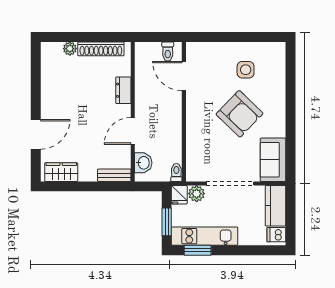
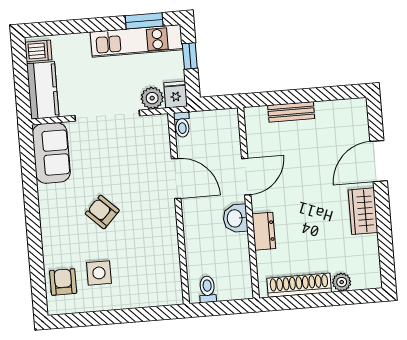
armchair: (272, 65) -> (63, 282), added
door: (184, 76) -> (176, 178), moved
armchair: (240, 114) -> (102, 212), width x0.53, depth x0.53
washbasin: (143, 163) -> (235, 218), moved
wardrobe: (61, 172) -> (363, 211), moved, turned 90
bench: (114, 175) -> (291, 112), moved
window: (167, 222) -> (190, 56), width x0.67

